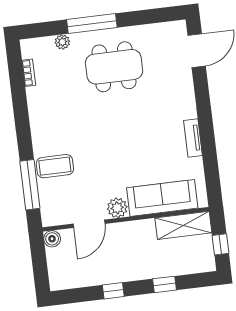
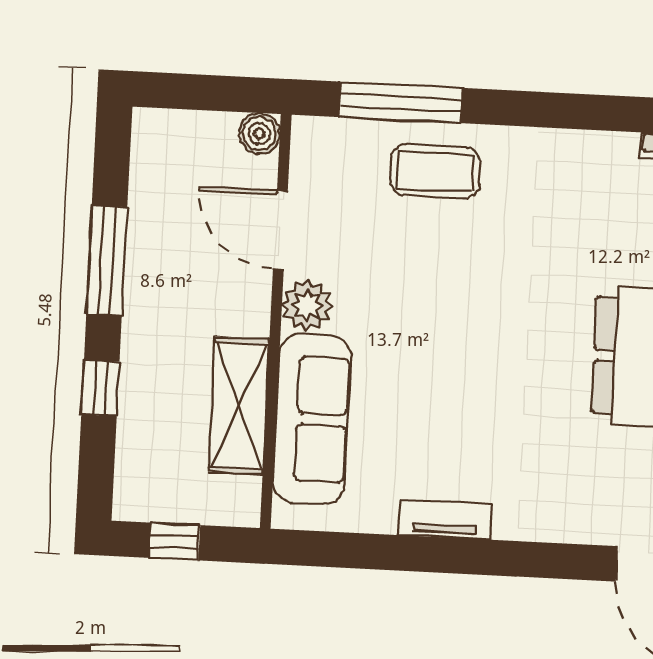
coffee table: (55, 166) -> (435, 171), turned 90
shelving: (183, 225) -> (239, 405), moved
window: (113, 291) -> (107, 261), width x2.17

